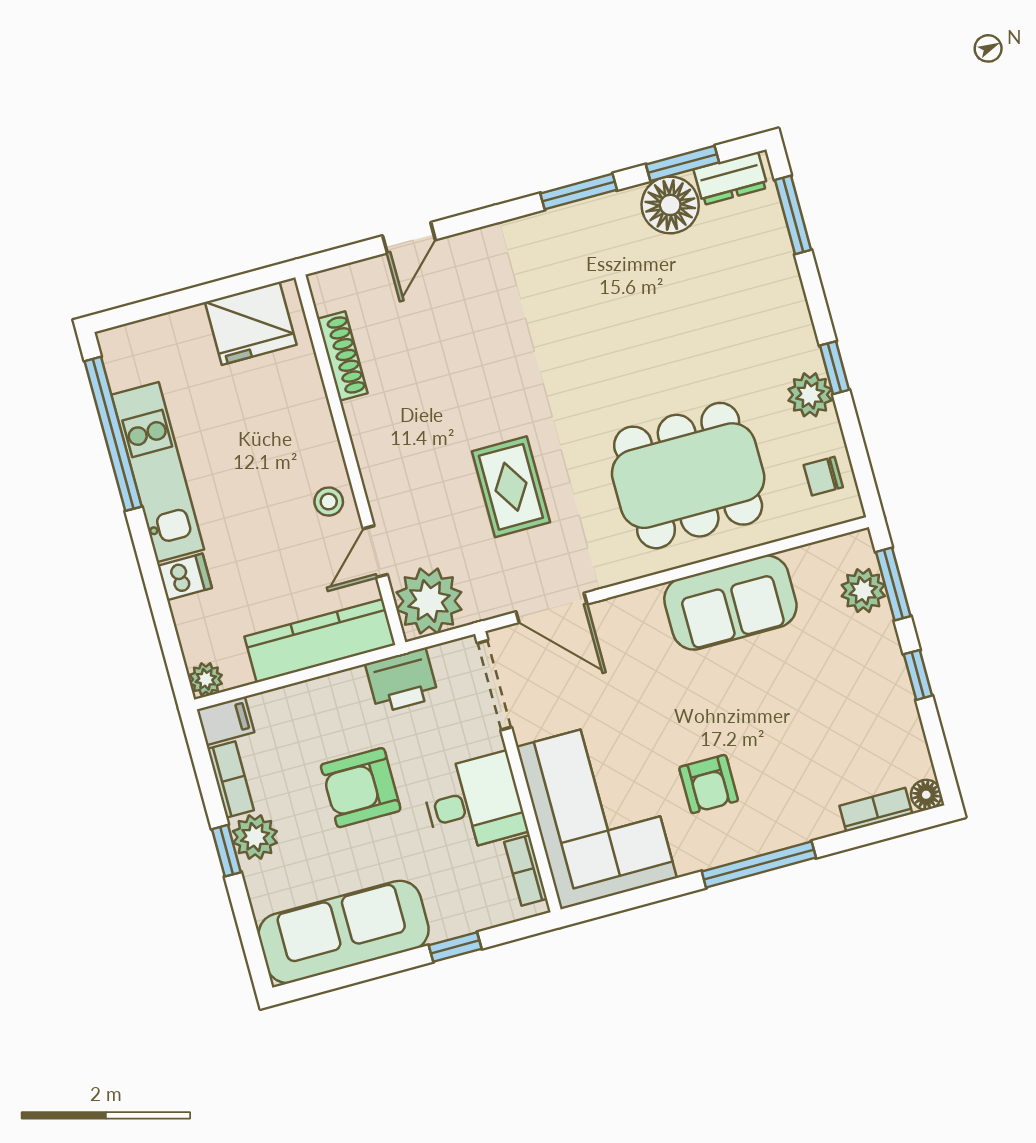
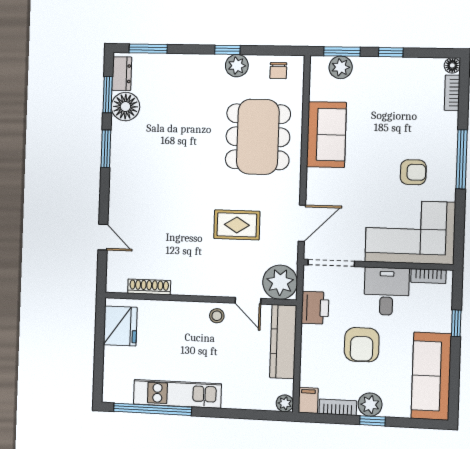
dishwasher: (185, 577) -> (232, 397), removed

